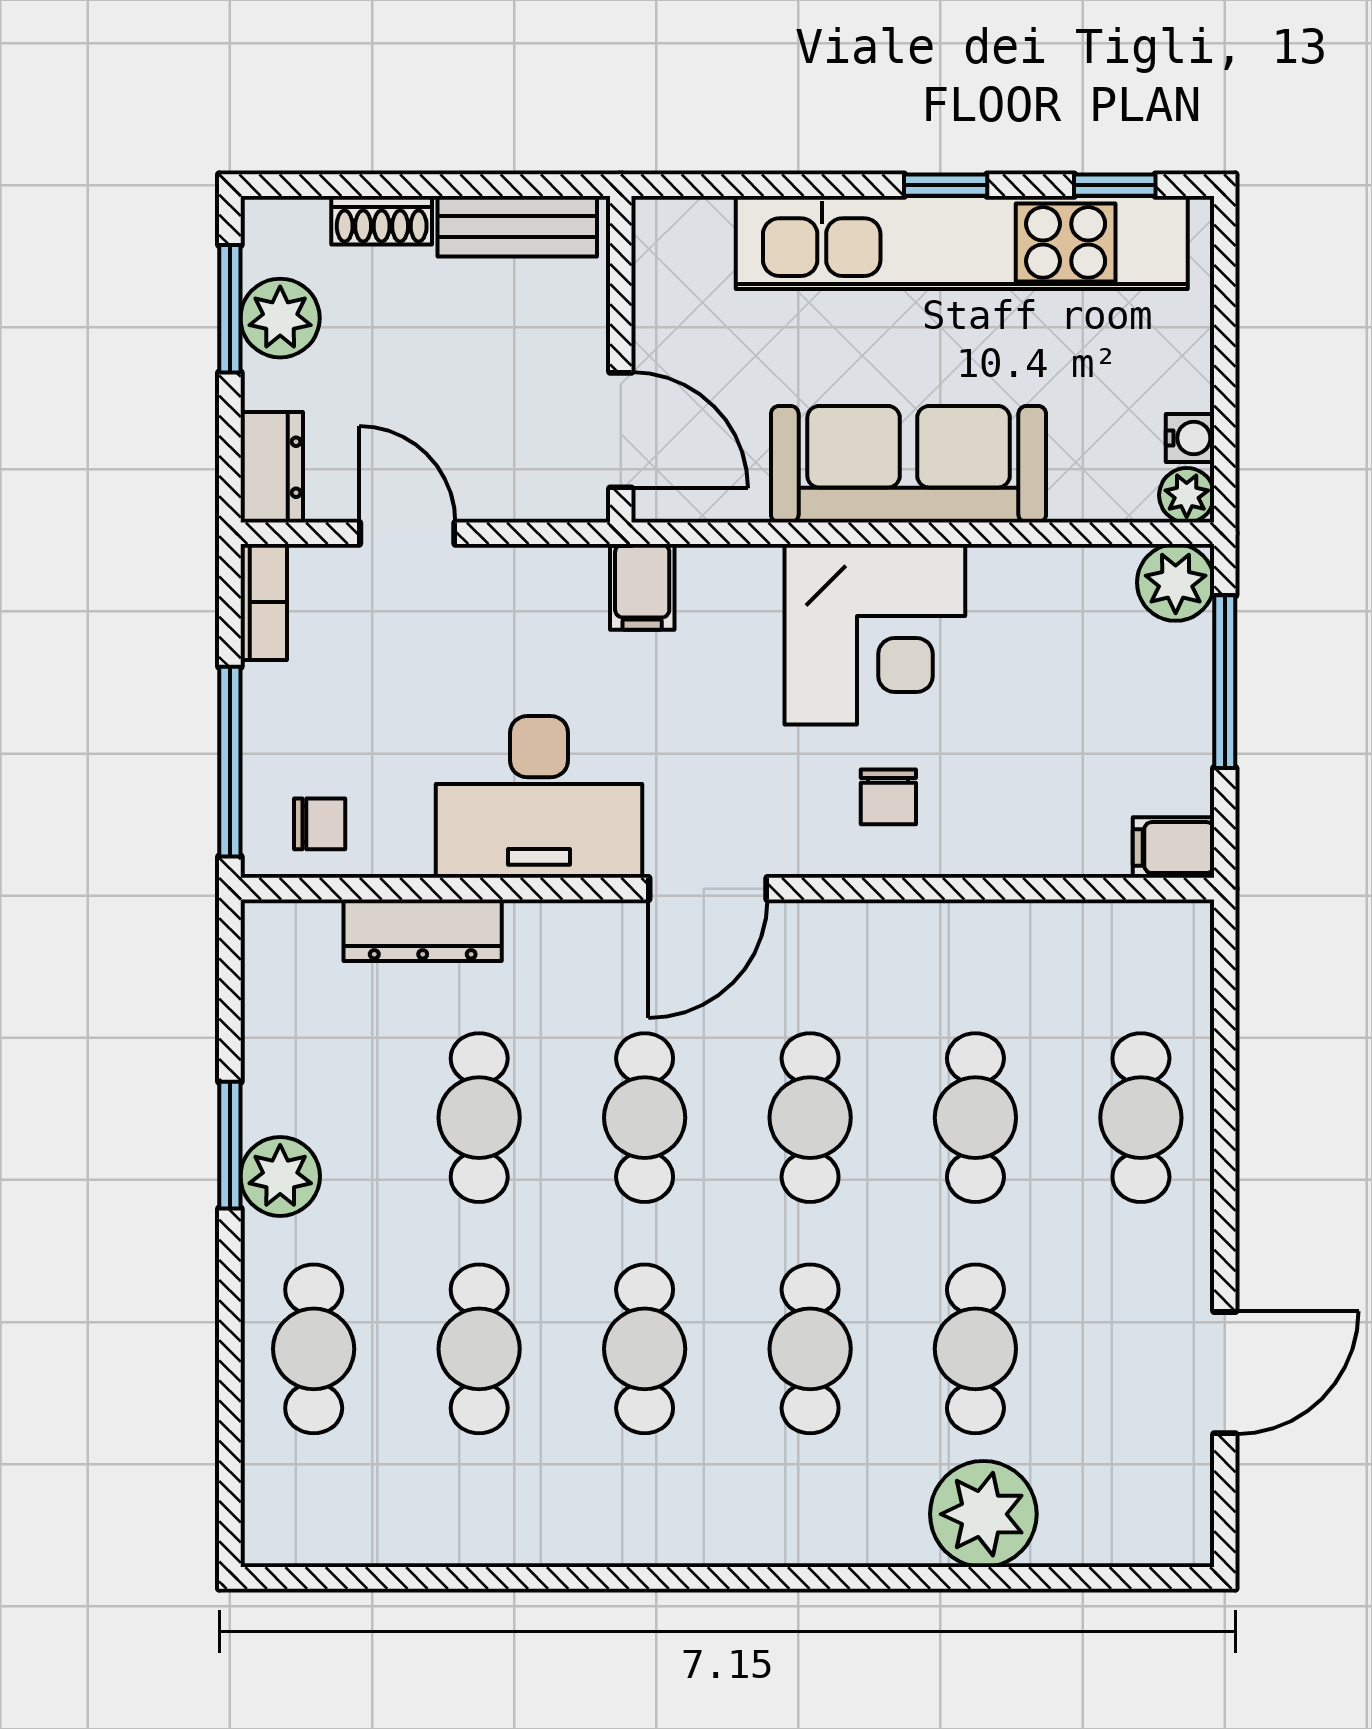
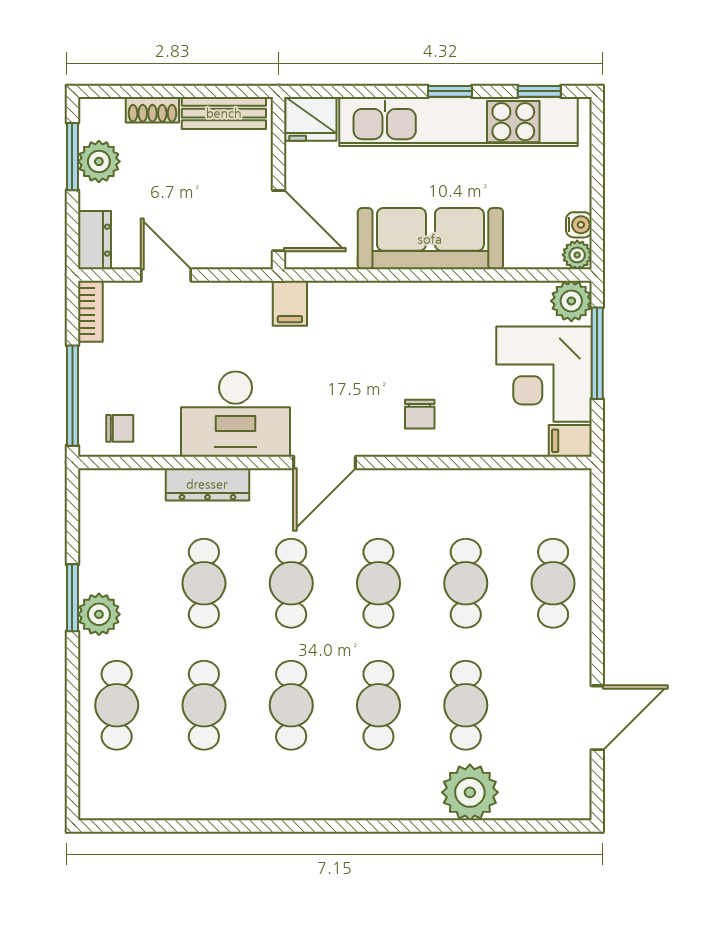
fridge: (682, 237) -> (311, 119), added
corner desk: (875, 634) -> (544, 374), moved, turned 90
dresser: (423, 930) -> (207, 484), moved

